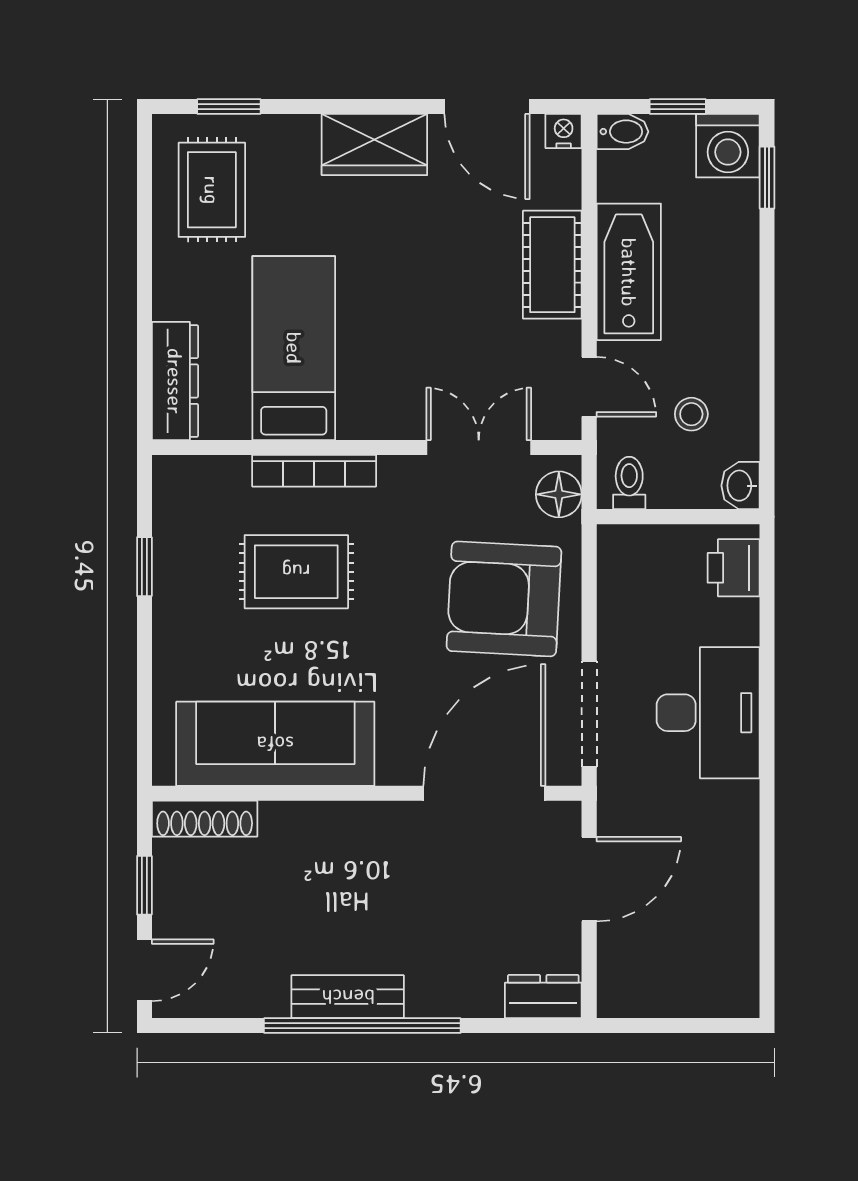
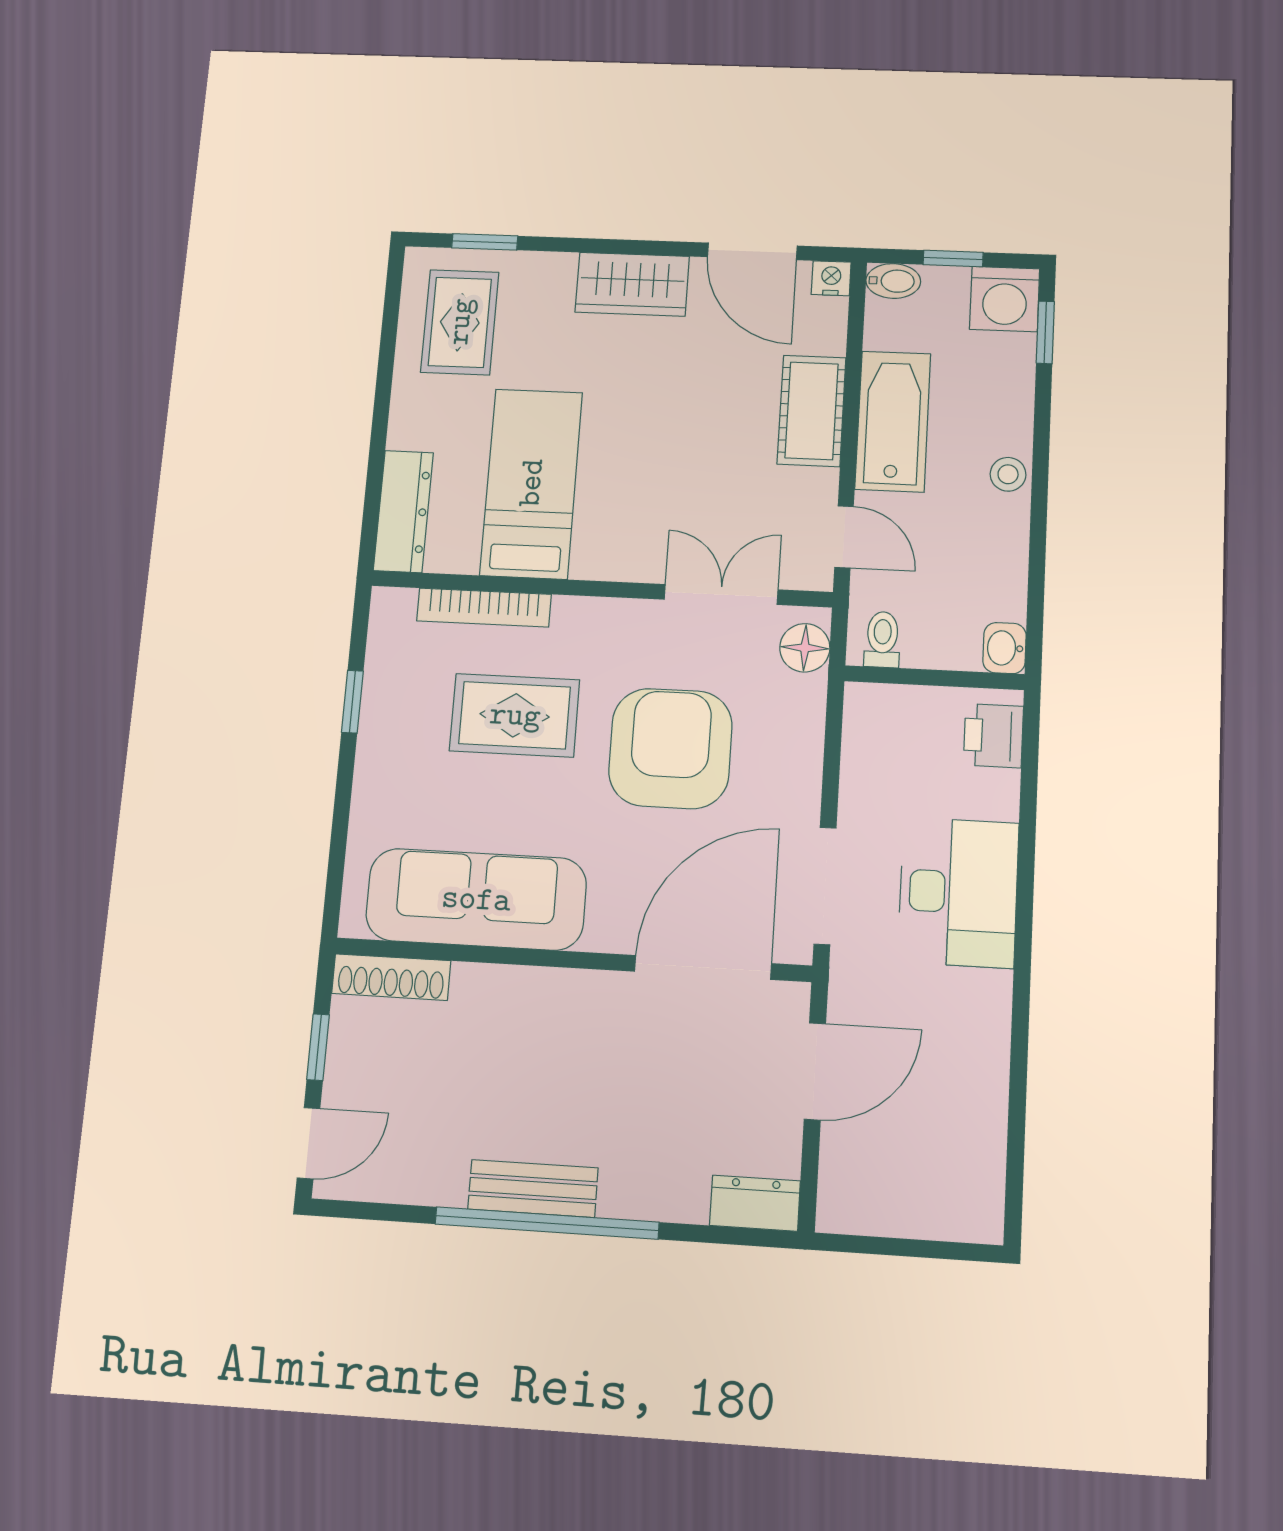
stool: (691, 414) -> (1008, 474), moved
bookcase: (314, 471) -> (484, 608), moved
armchair: (504, 599) -> (670, 748), moved, turned 87

